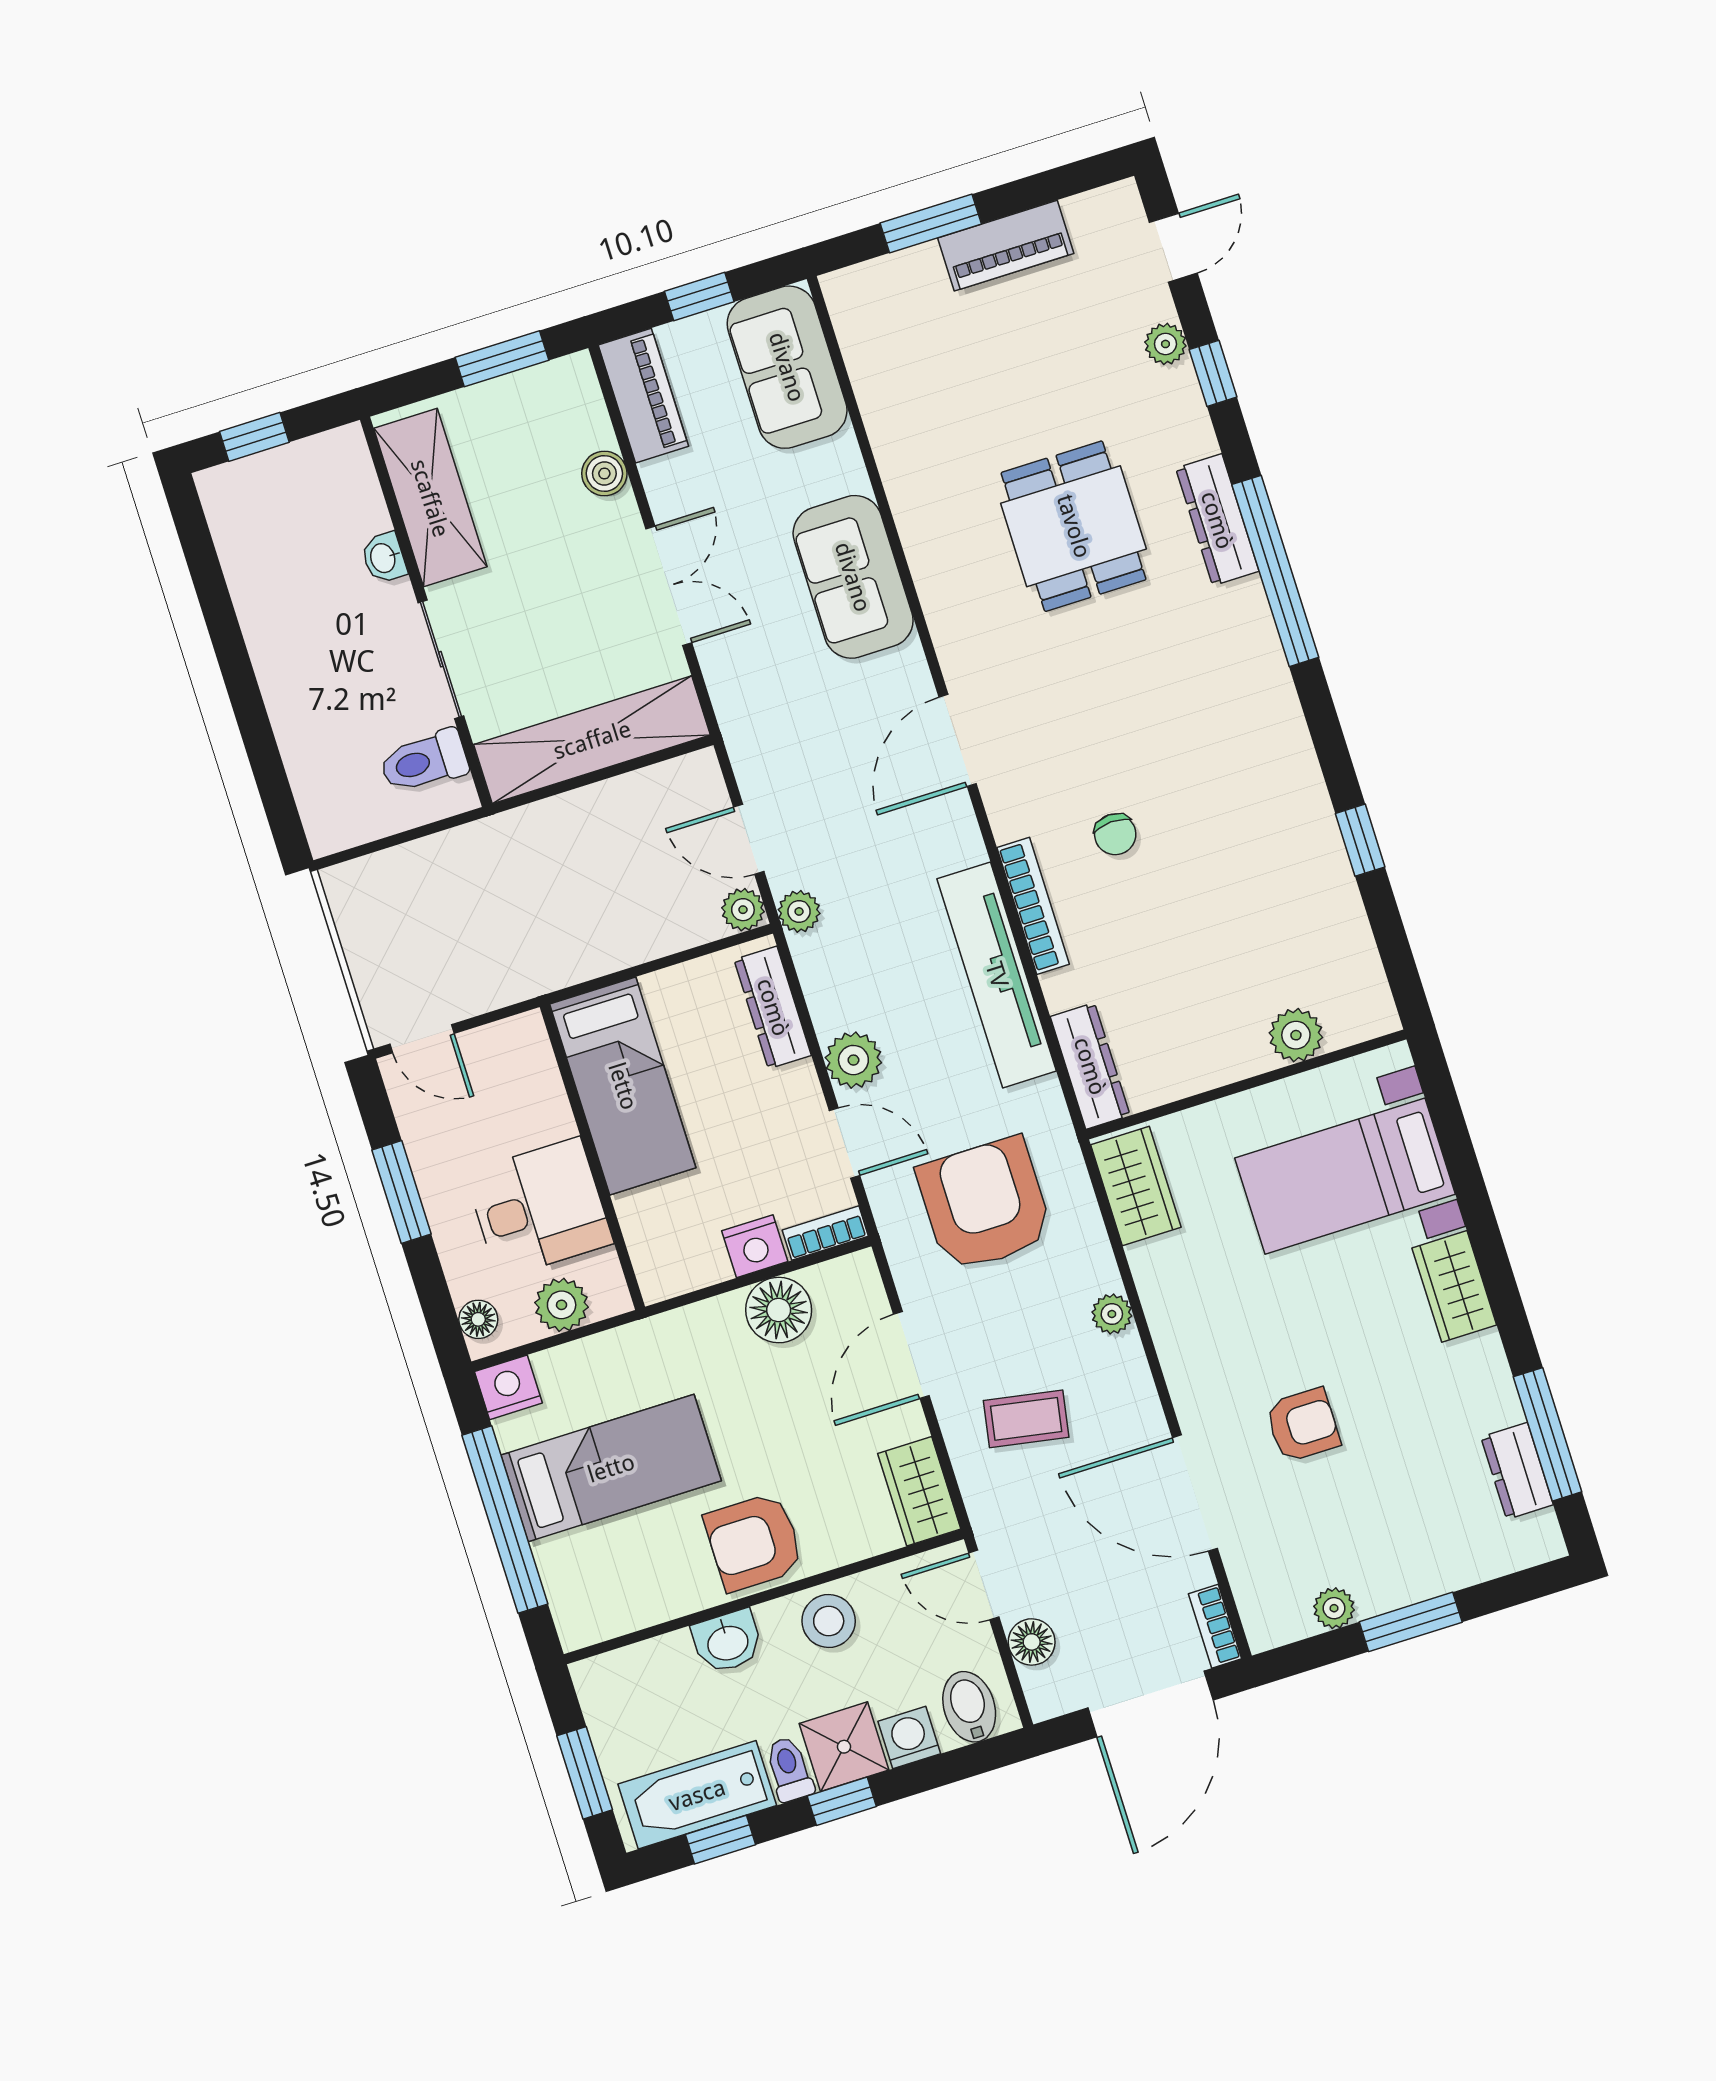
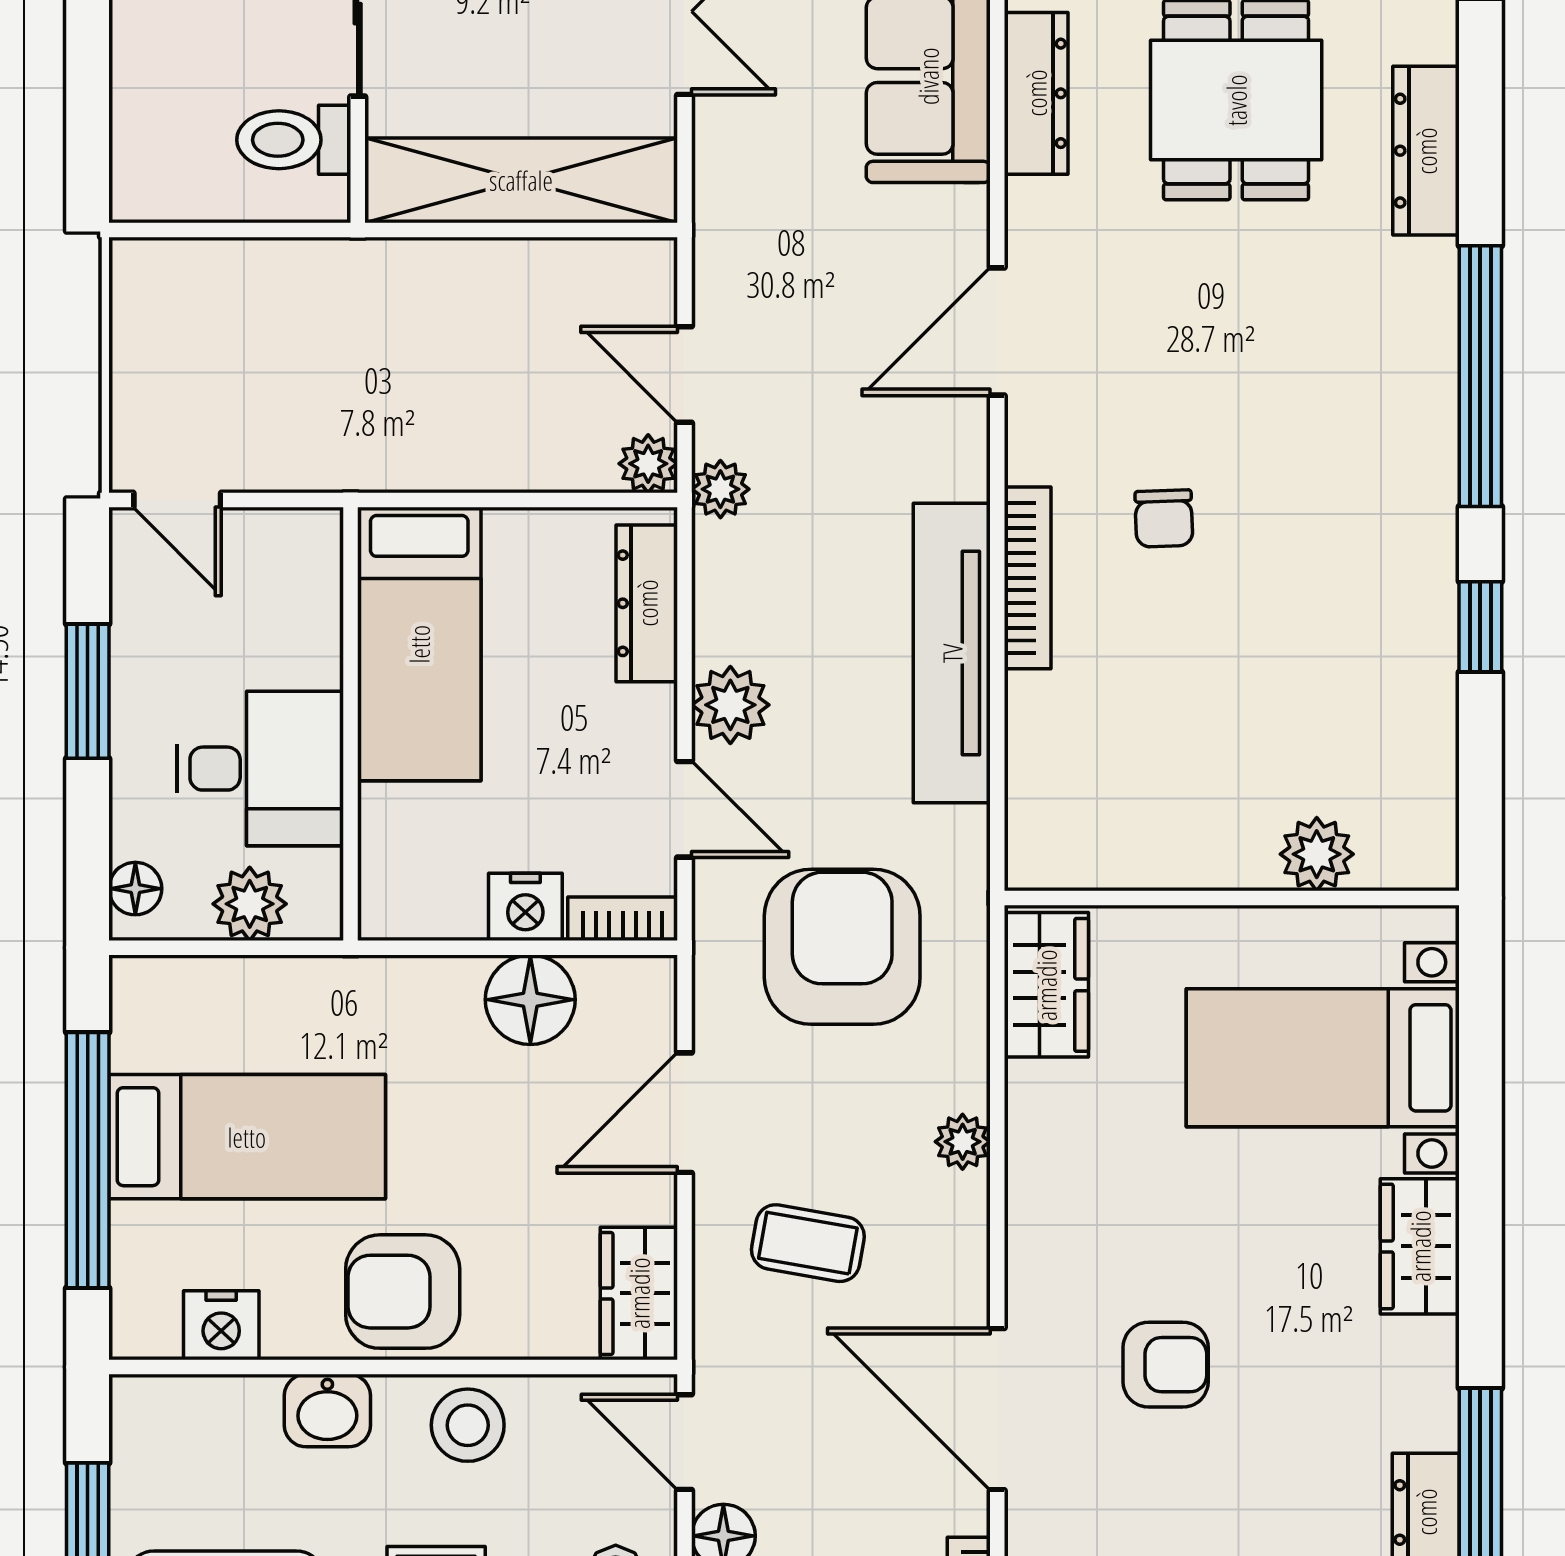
window: (1275, 571) -> (1480, 376), moved
dresser: (1090, 1066) -> (1036, 93), moved
nightstand: (508, 1387) -> (221, 1325), moved, turned 180

